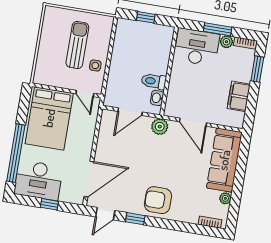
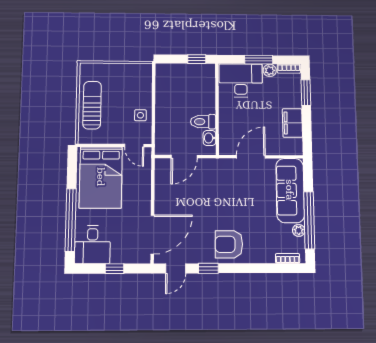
window: (146, 17) -> (197, 59), moved
sun lounger: (77, 45) -> (92, 105), moved
door: (193, 122) -> (251, 157), swing flipped
plant: (160, 127) -> (217, 167), removed
desk: (38, 180) -> (92, 245), width x0.73
window: (237, 191) -> (309, 220), added

